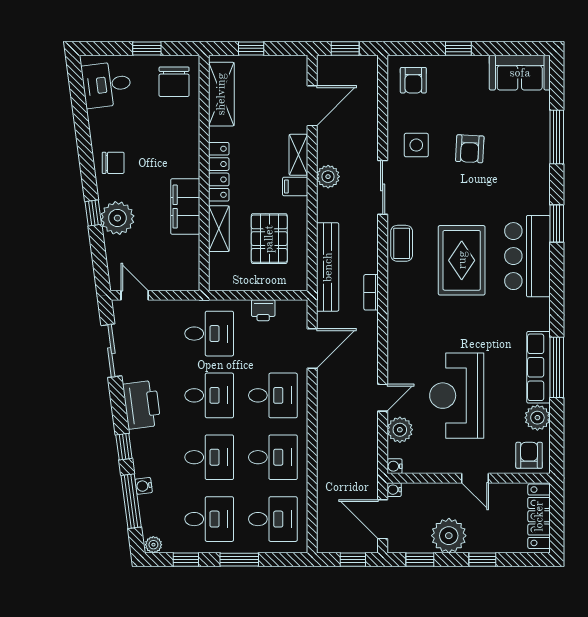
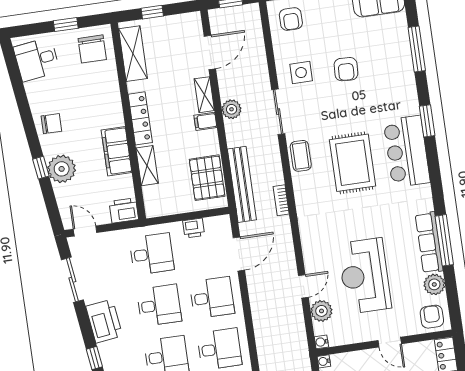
pallet: (269, 239) -> (207, 178), moved
printer: (184, 278) -> (124, 210), added

